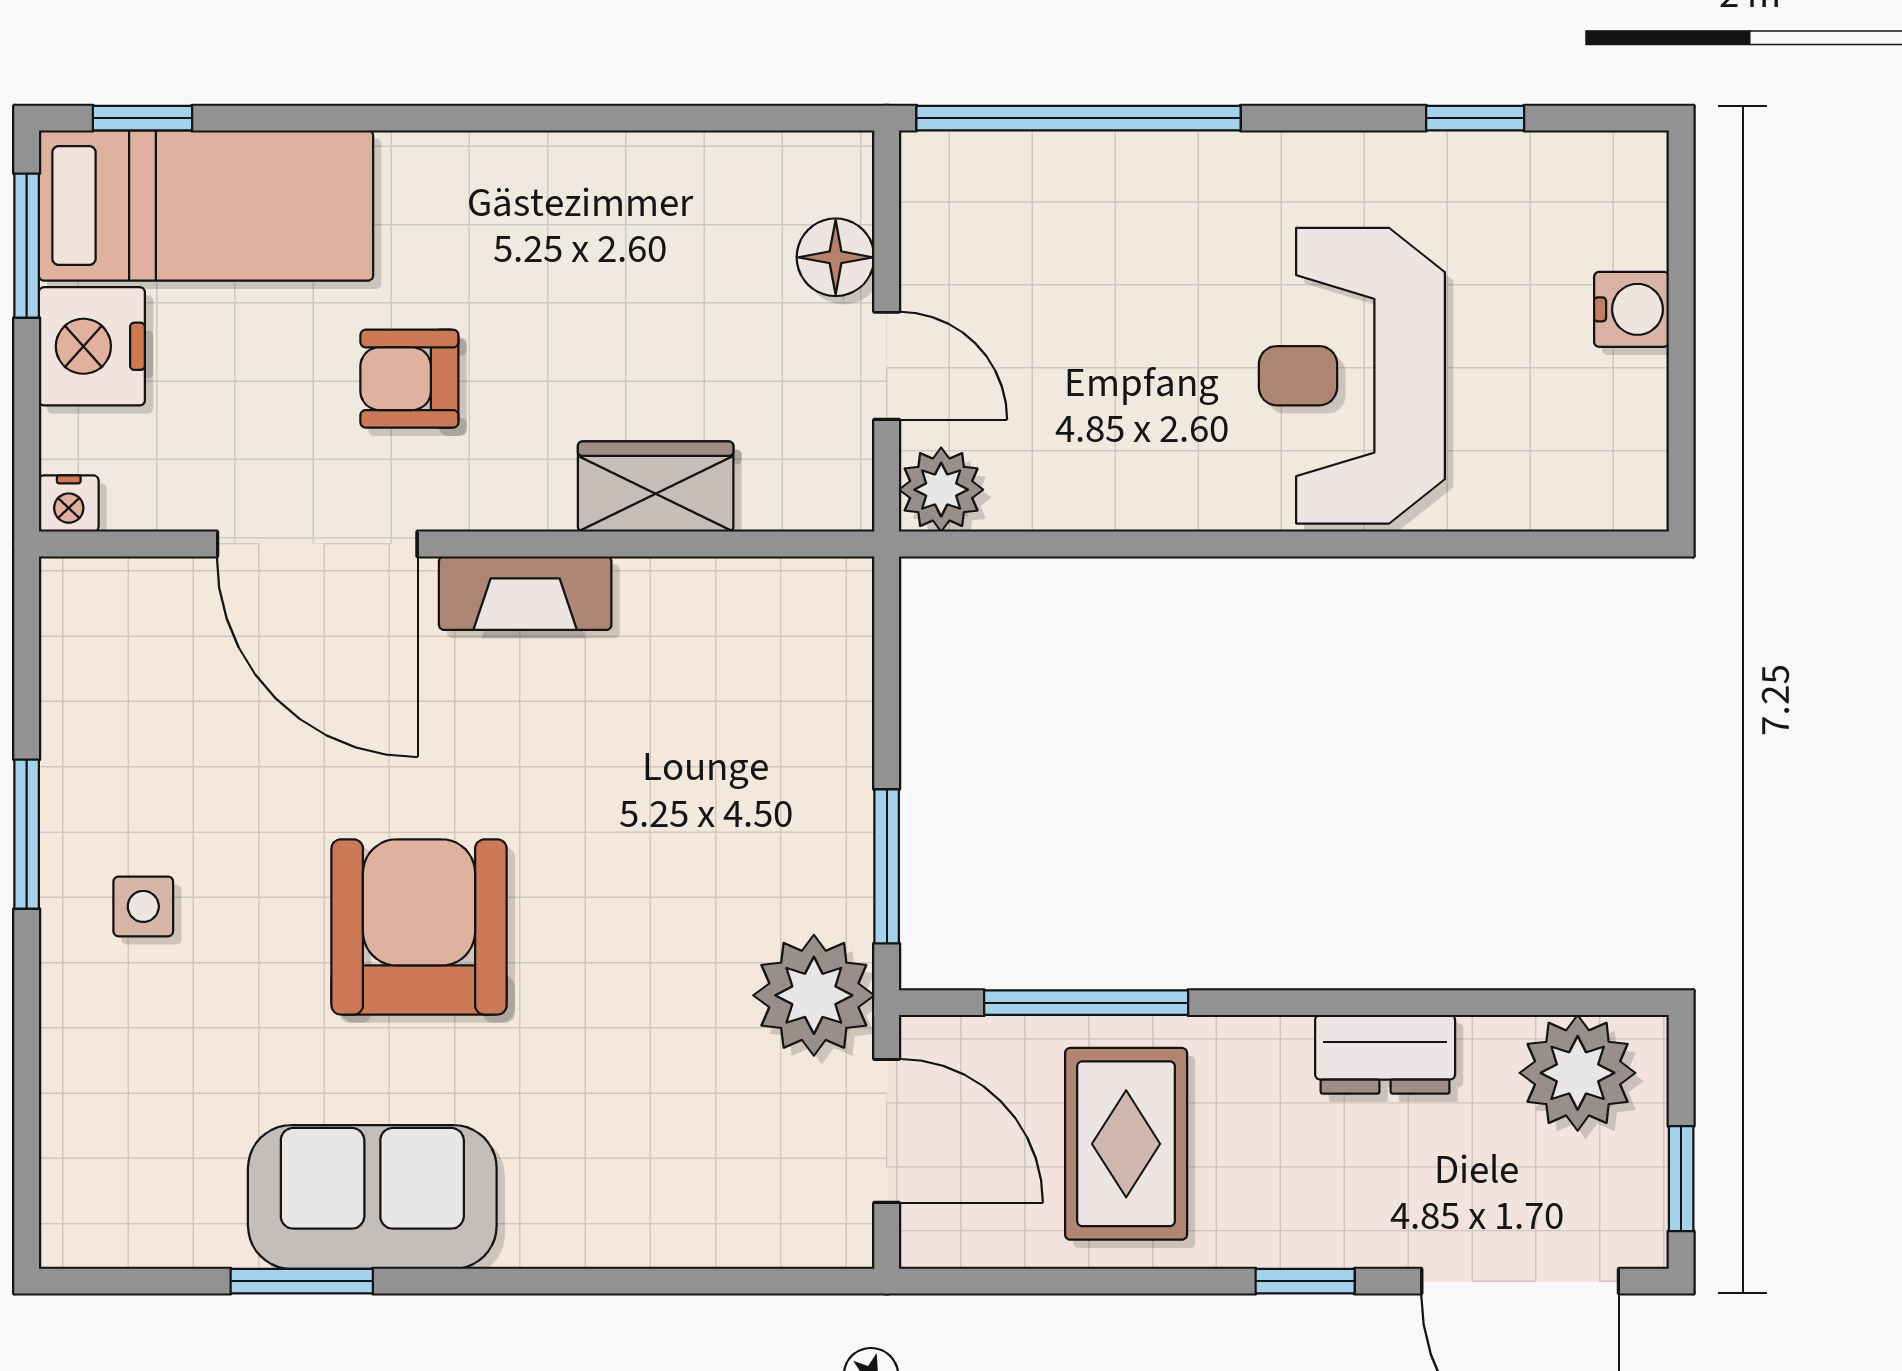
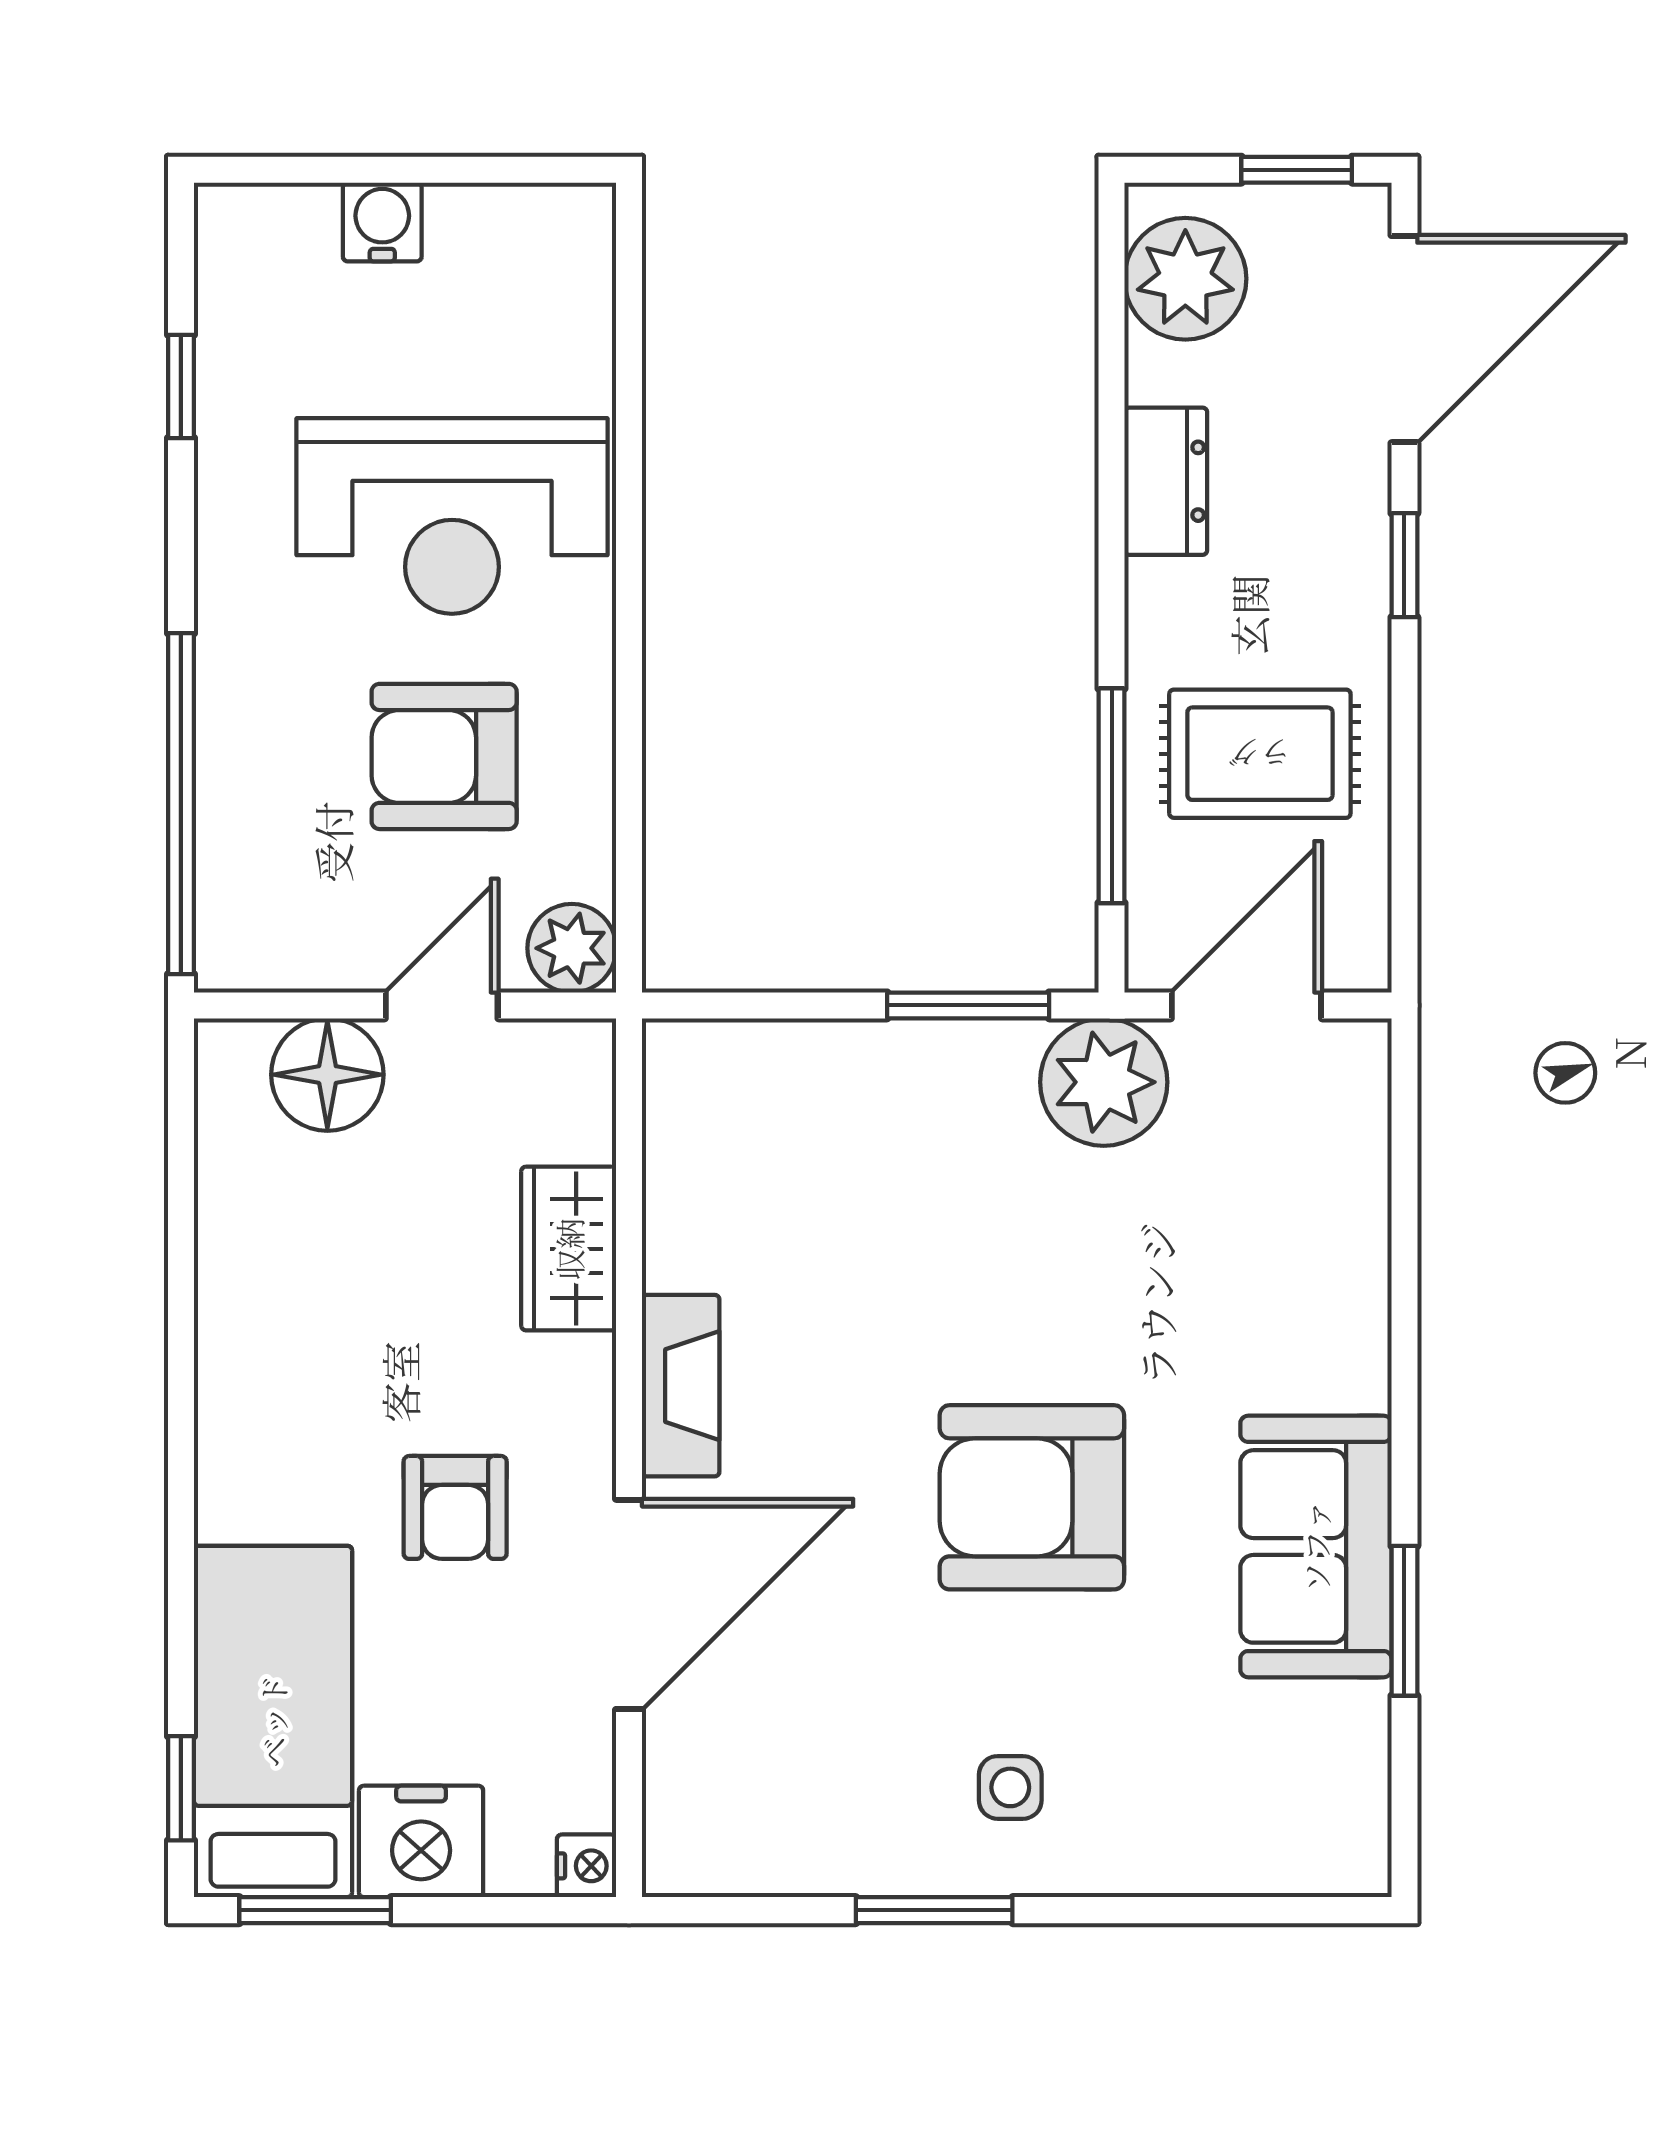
floor lamp: (836, 257) -> (327, 1075), width x1.38, depth x1.38
armchair: (1123, 368) -> (444, 756), added

